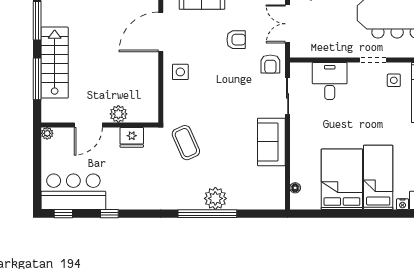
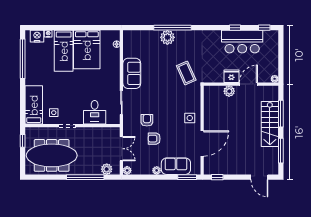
armchair: (270, 64) -> (147, 120), moved
fridge: (132, 137) -> (231, 76), moved
bar counter: (73, 192) -> (242, 42), moved

